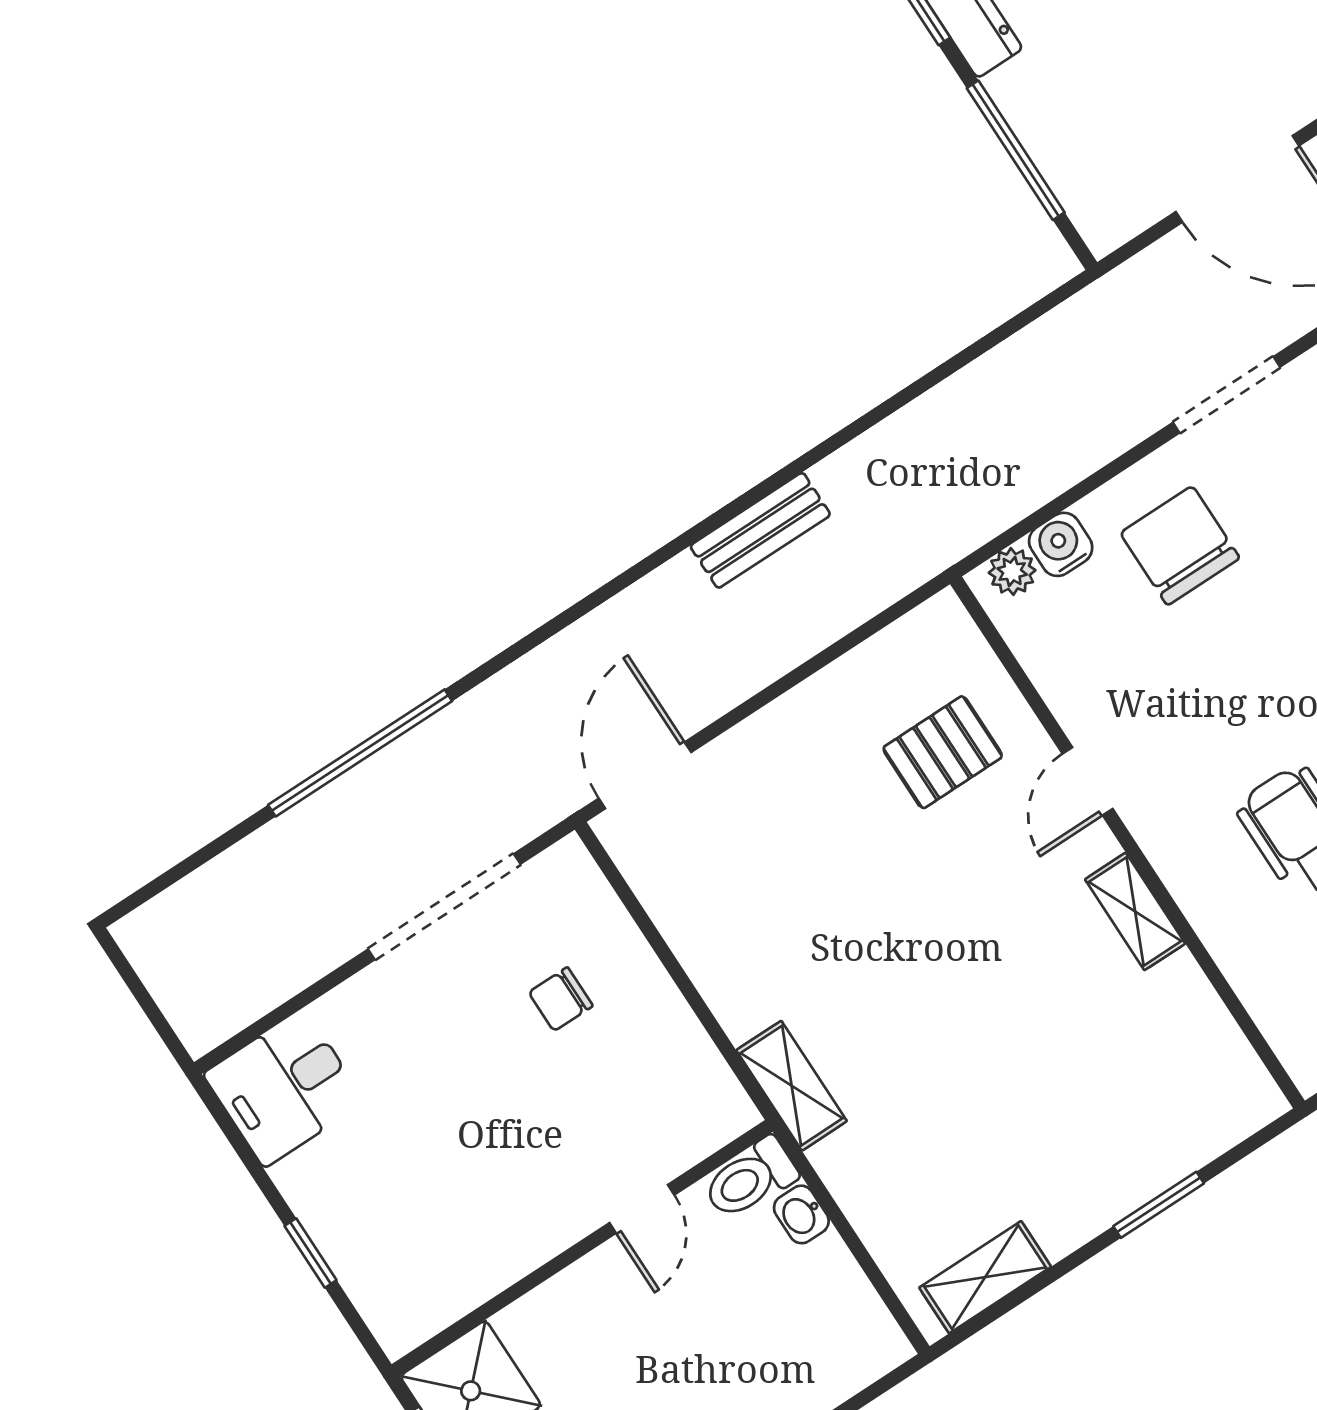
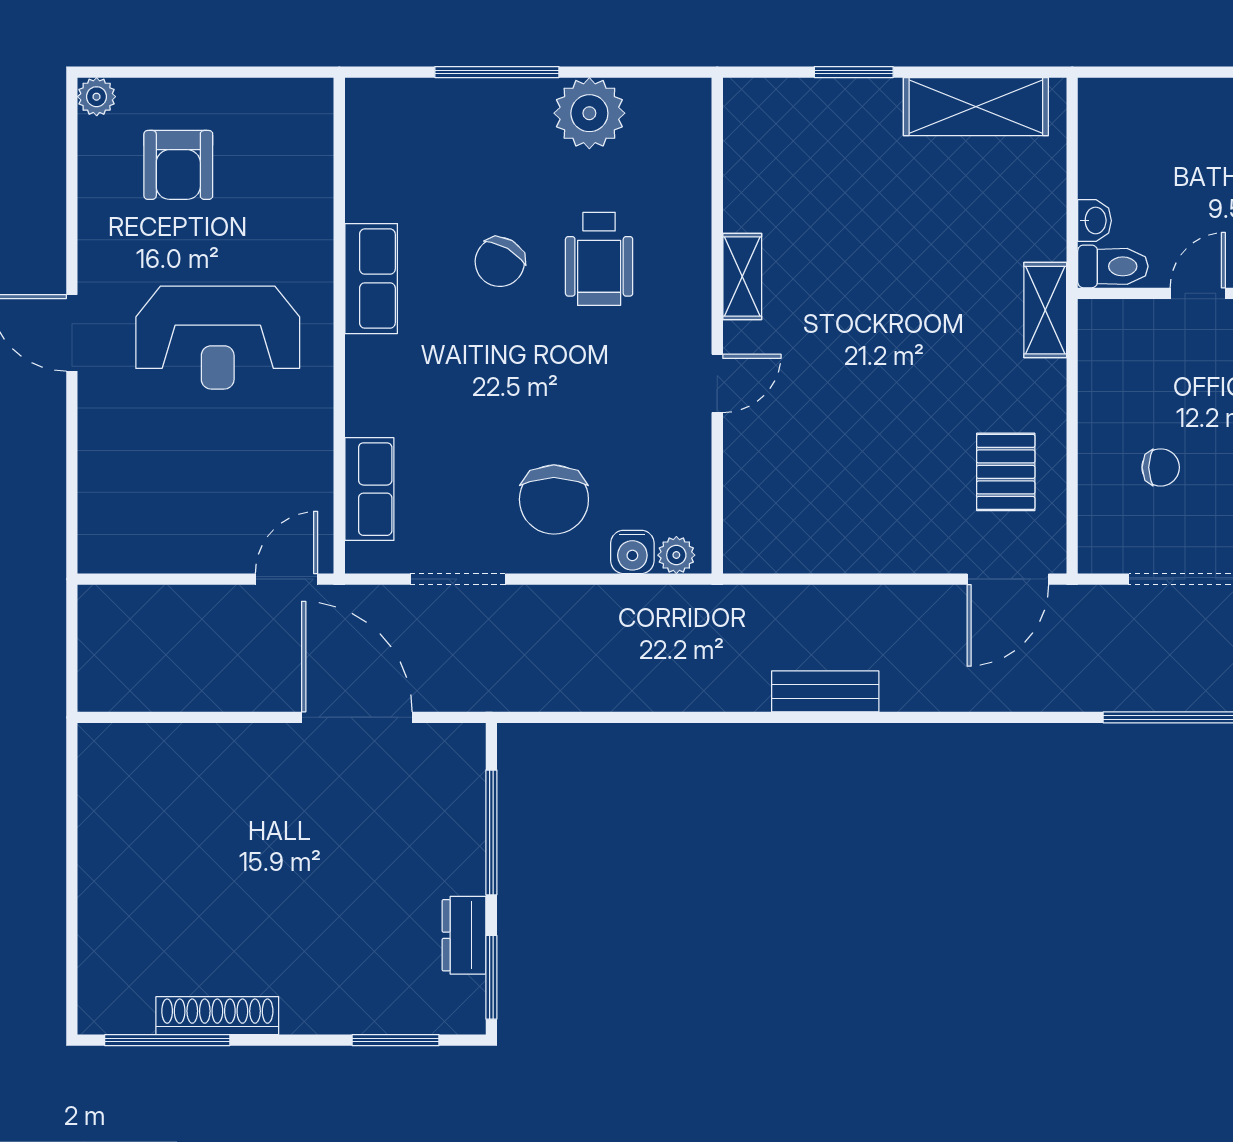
pallet: (943, 752) -> (1006, 472), moved, turned 90
shelving: (985, 1277) -> (976, 107), width x1.50, depth x1.33

